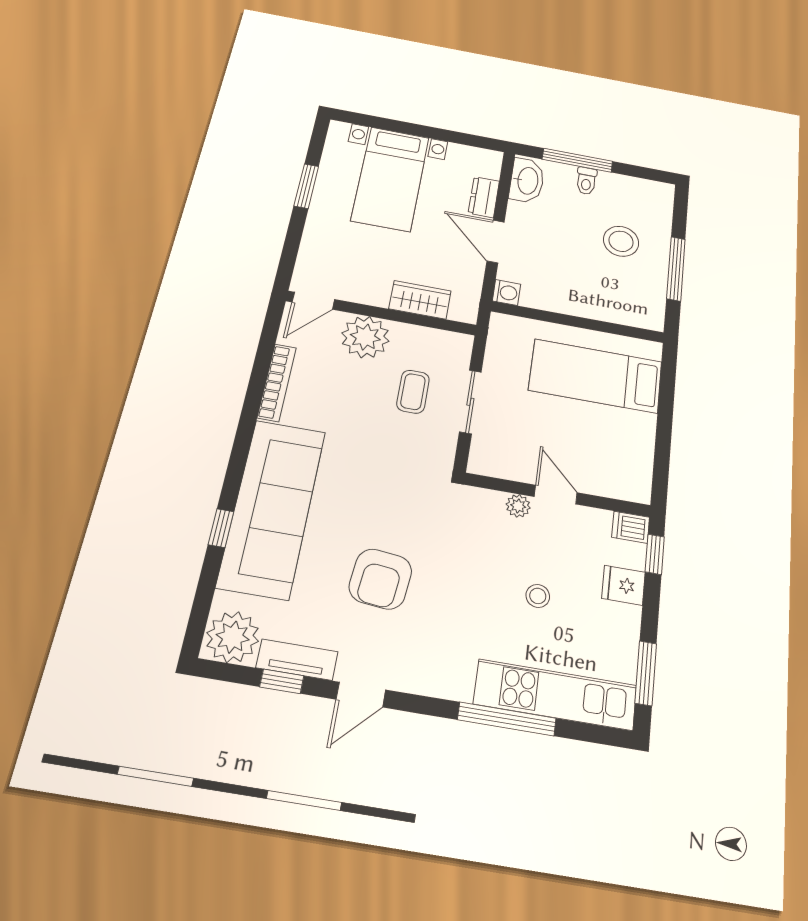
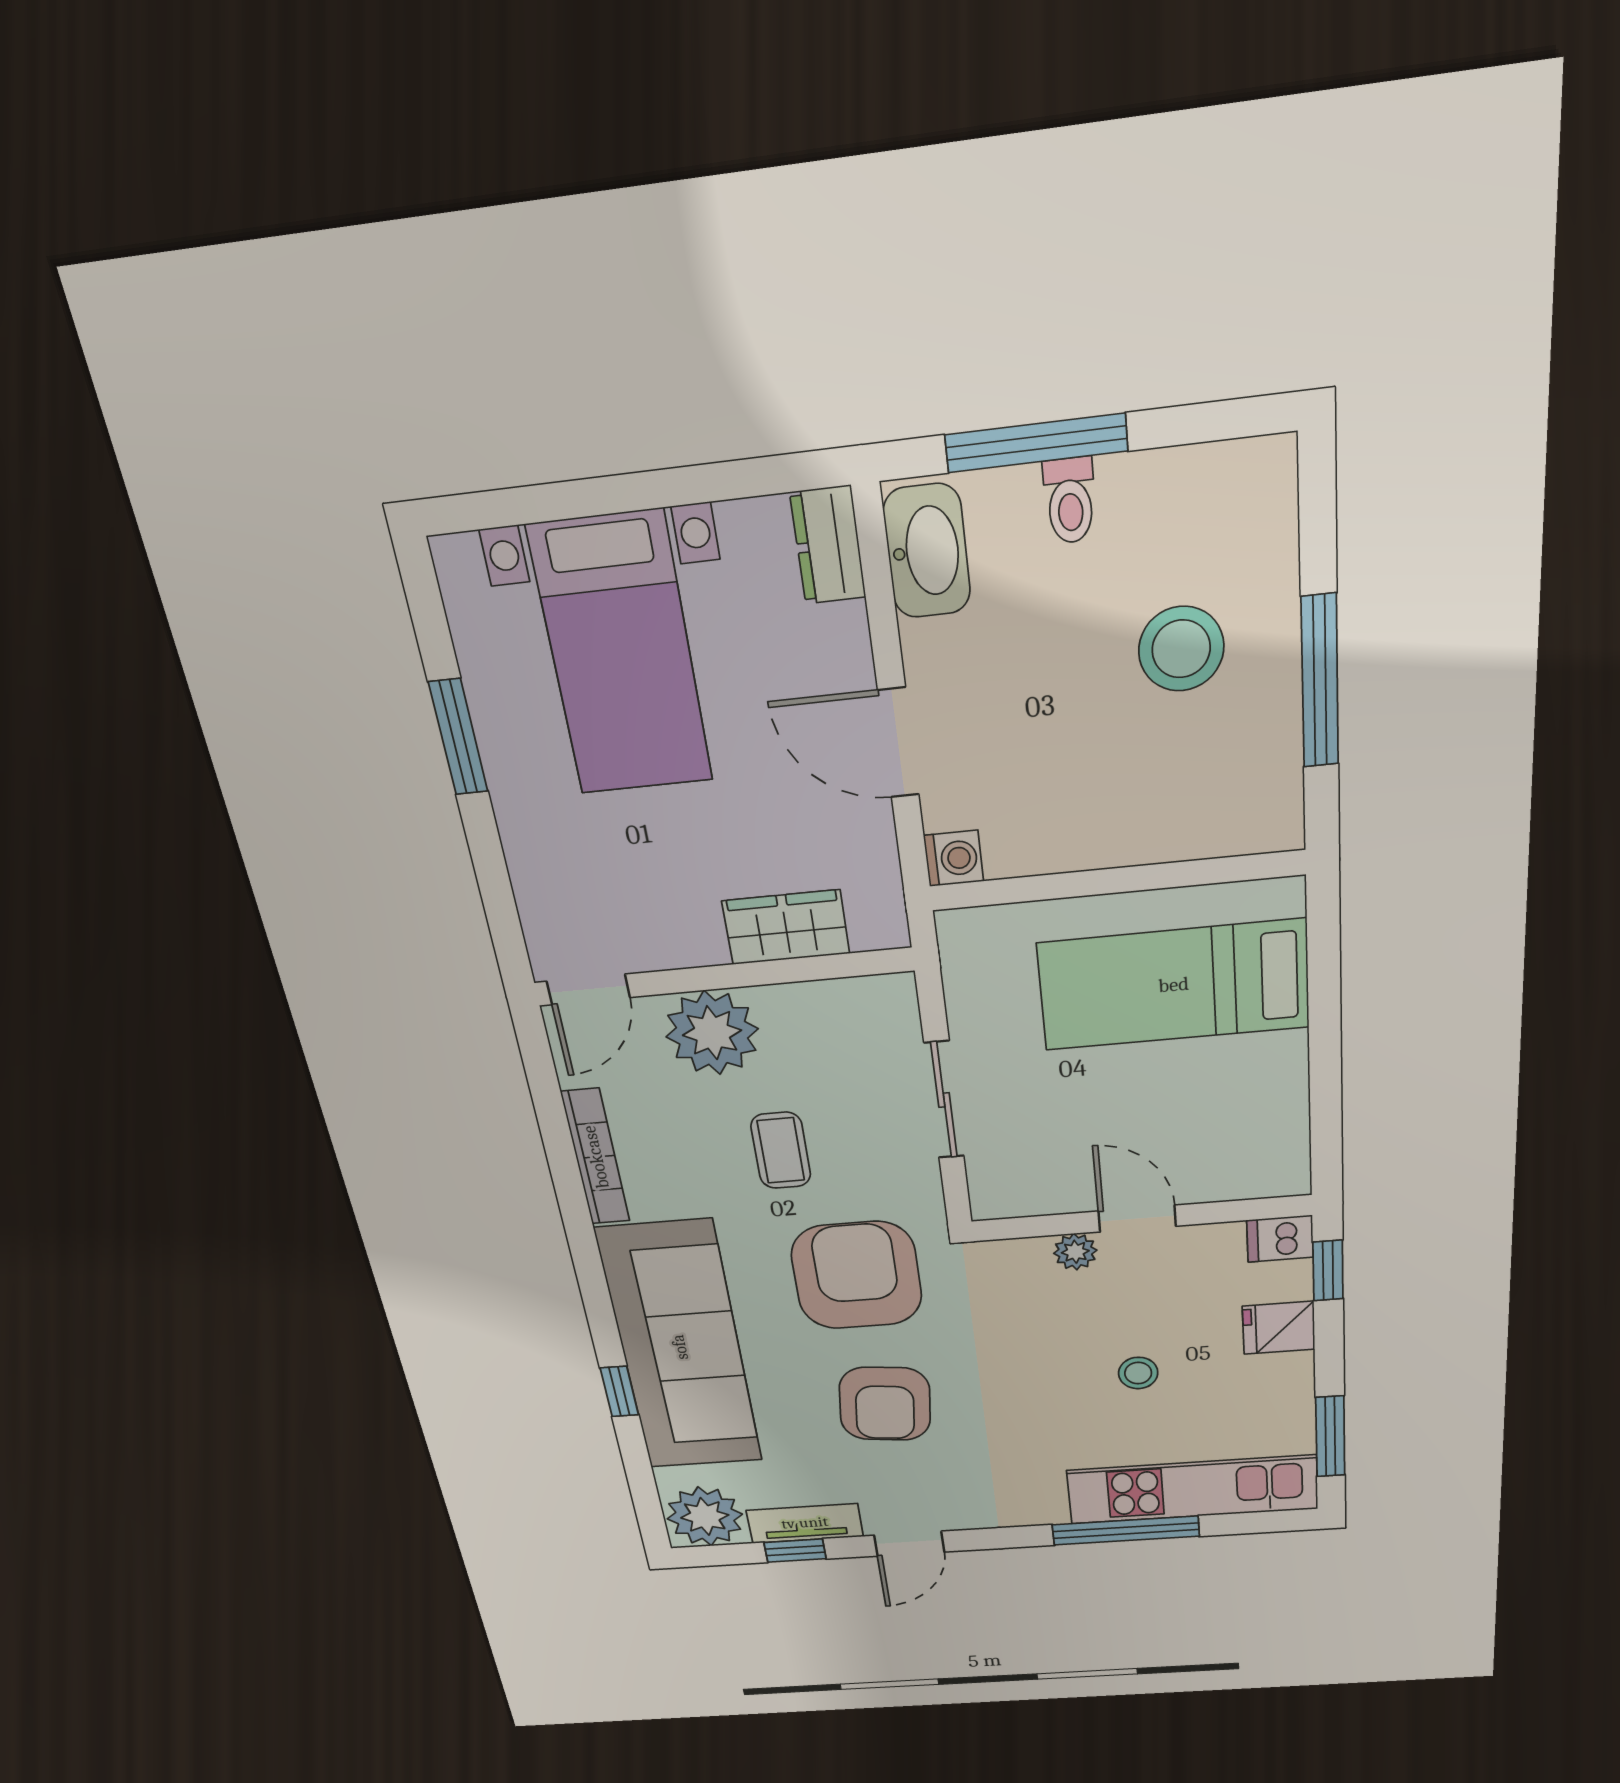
dresser: (484, 197) -> (828, 545), moved
coffee table: (413, 392) -> (781, 1150), moved
armchair: (392, 488) -> (857, 1275), added

